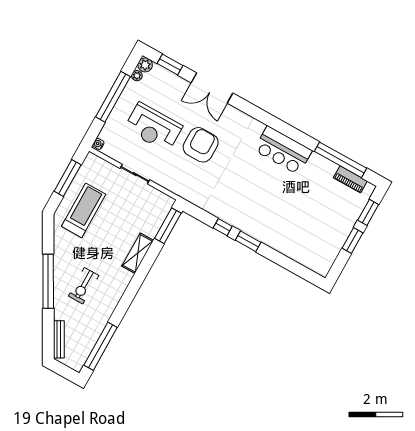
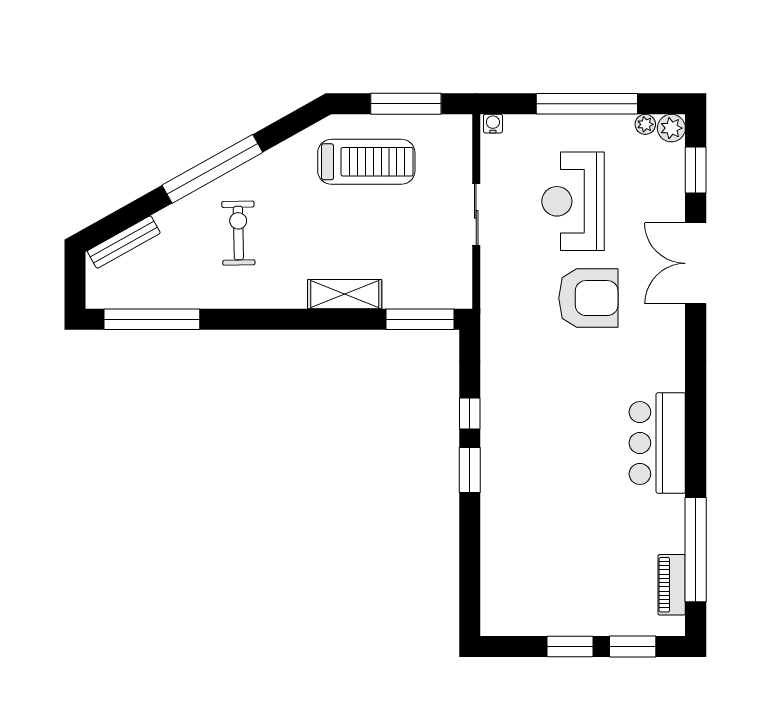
exercise bike: (84, 286) -> (238, 233), turned 89

